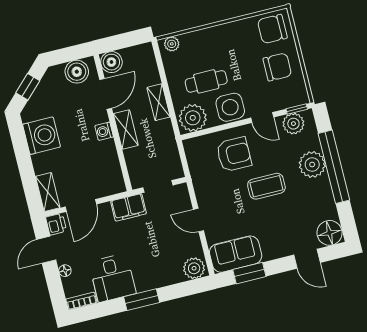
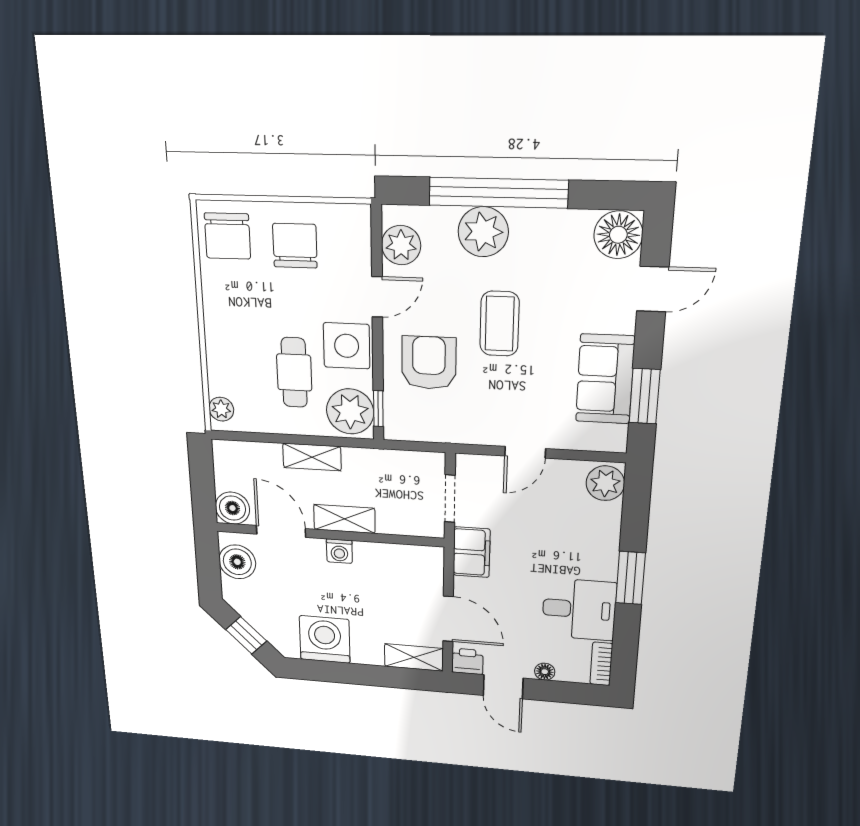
window: (297, 109) -> (378, 409), moved
sofa: (236, 254) -> (605, 379), moved

